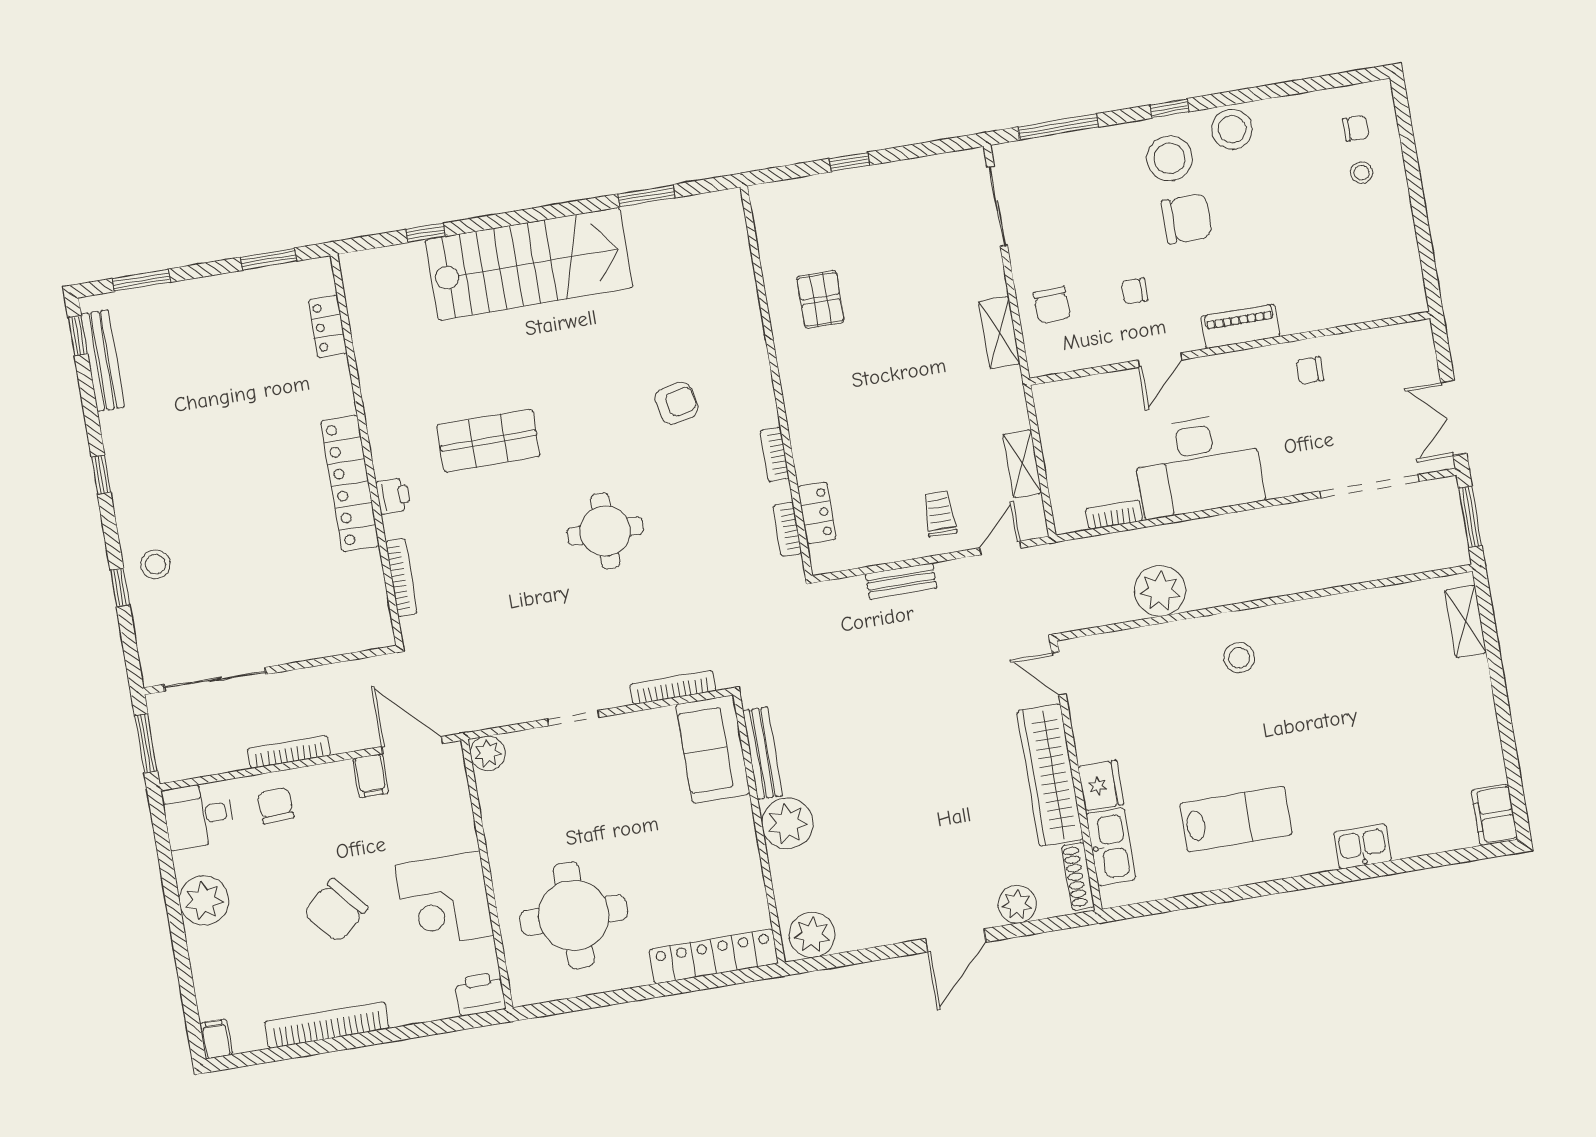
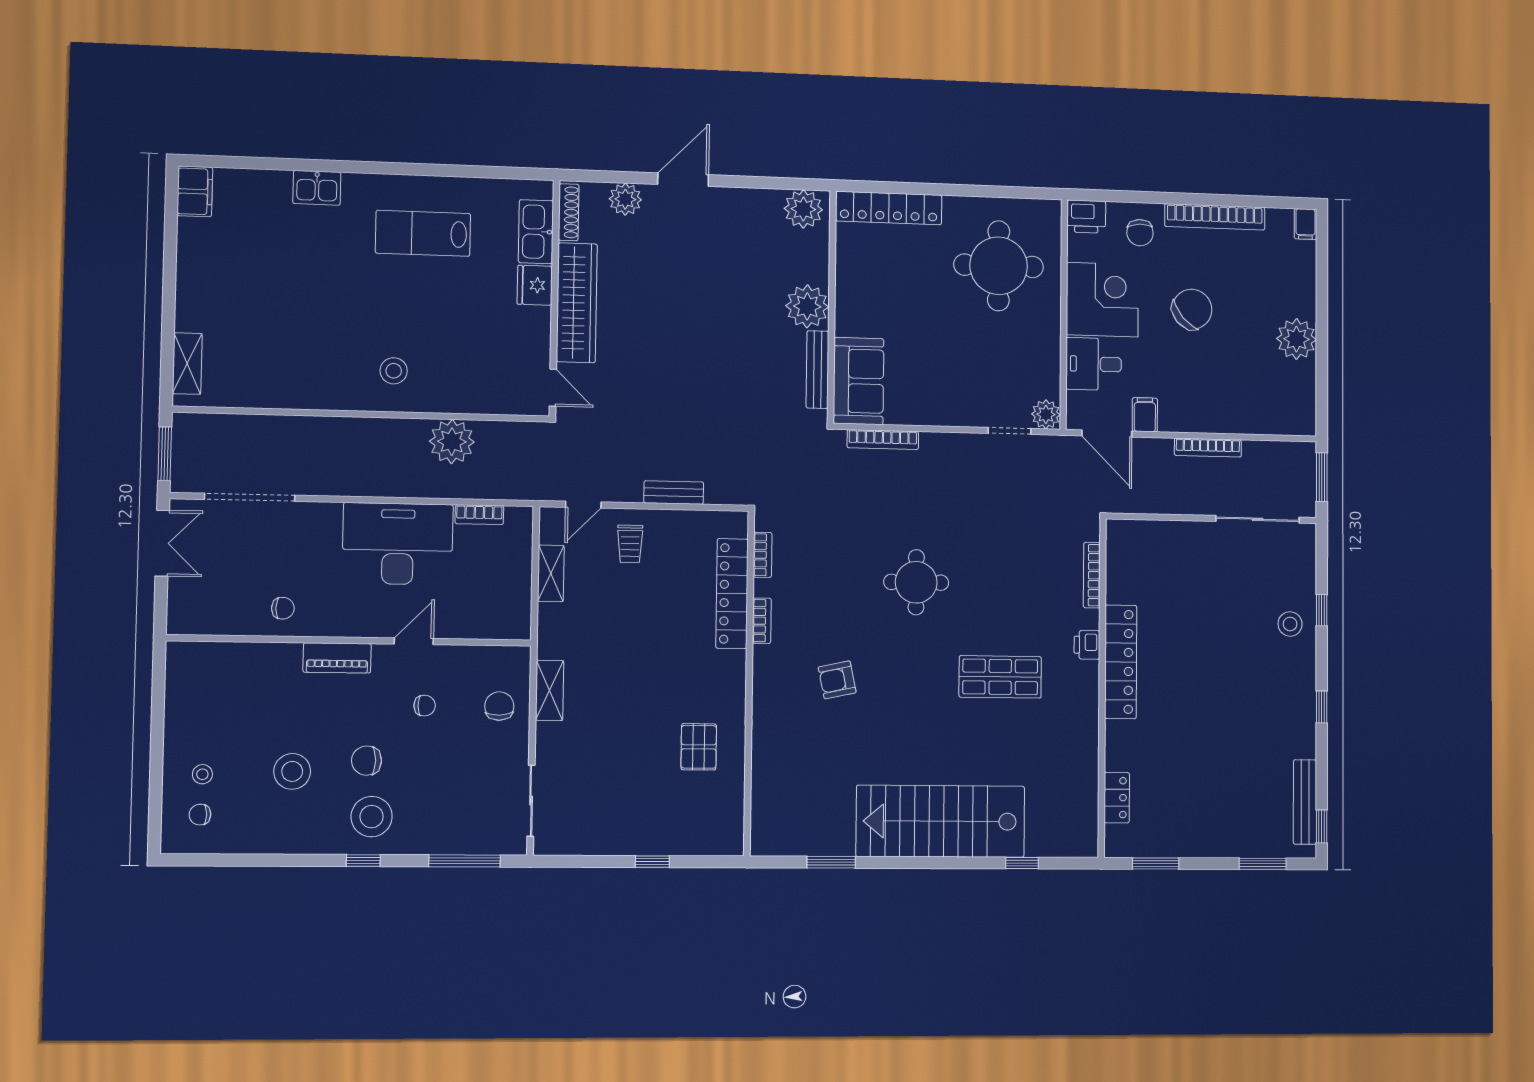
stool: (1232, 129) -> (292, 771), moved
chair: (1187, 219) -> (366, 761), width x0.73, depth x0.73
locker: (817, 513) -> (732, 594), width x2.16, depth x1.21
doorway: (573, 718) -> (1010, 431), moved
chair: (276, 806) -> (1140, 233), moved
desk: (198, 815) -> (1094, 364), moved, turned 180

